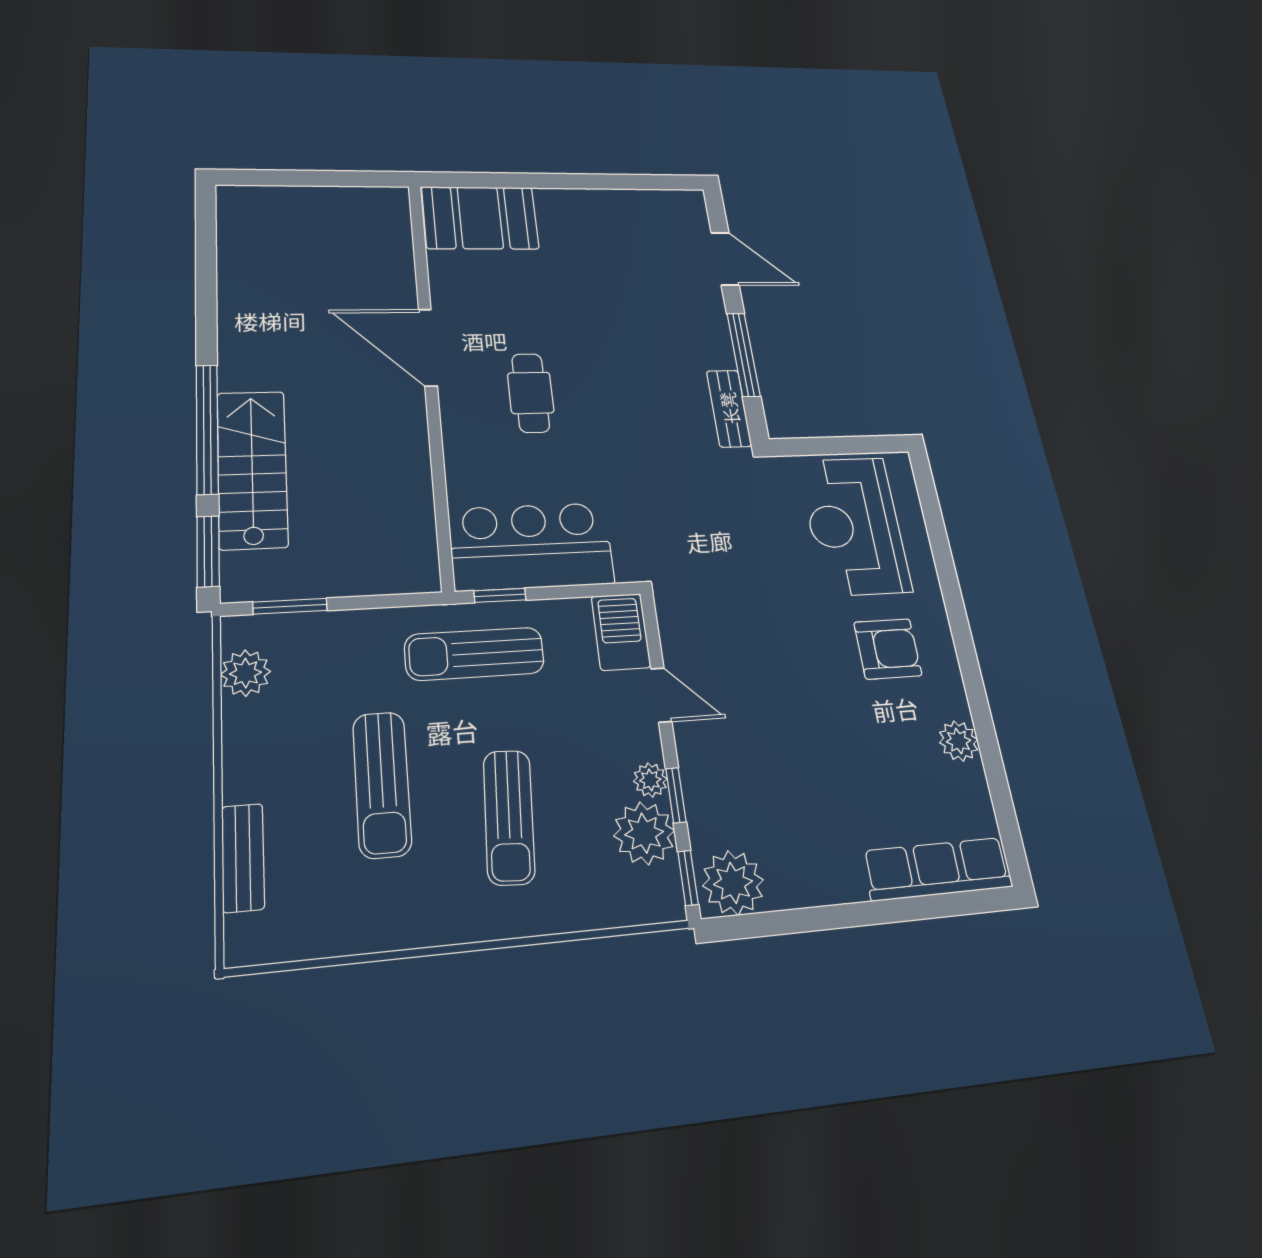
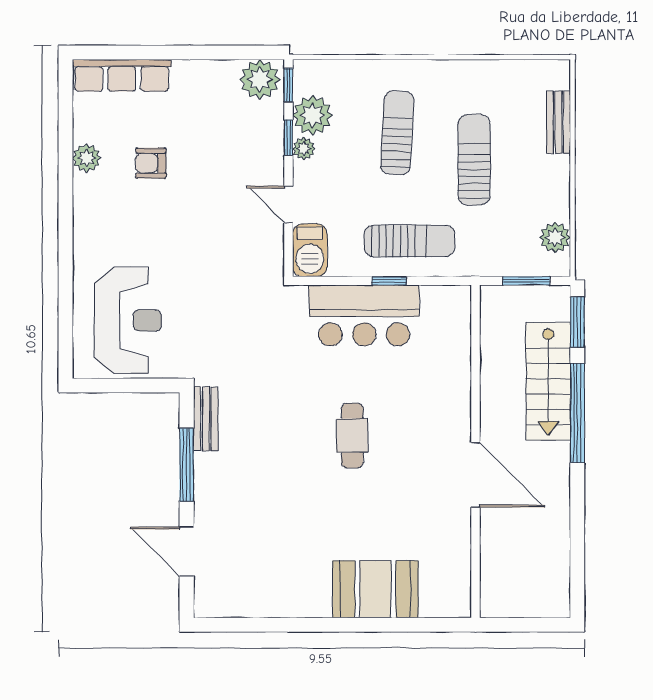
door: (428, 347) -> (476, 475), moved
wall: (430, 376) -> (476, 451), moved
armchair: (888, 649) -> (151, 163), moved, width x0.72, depth x0.72

